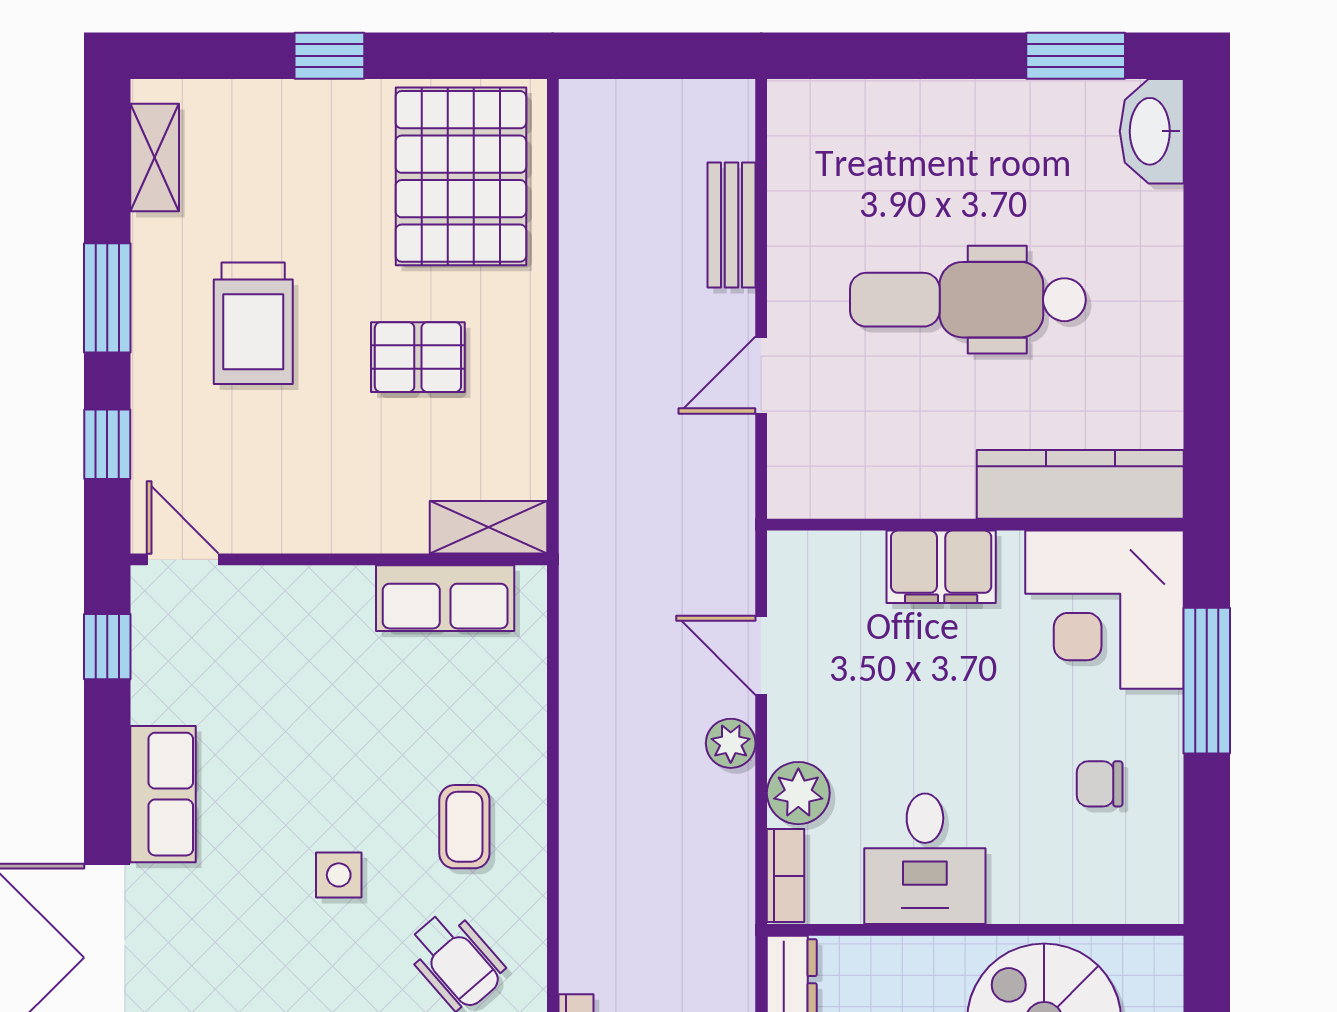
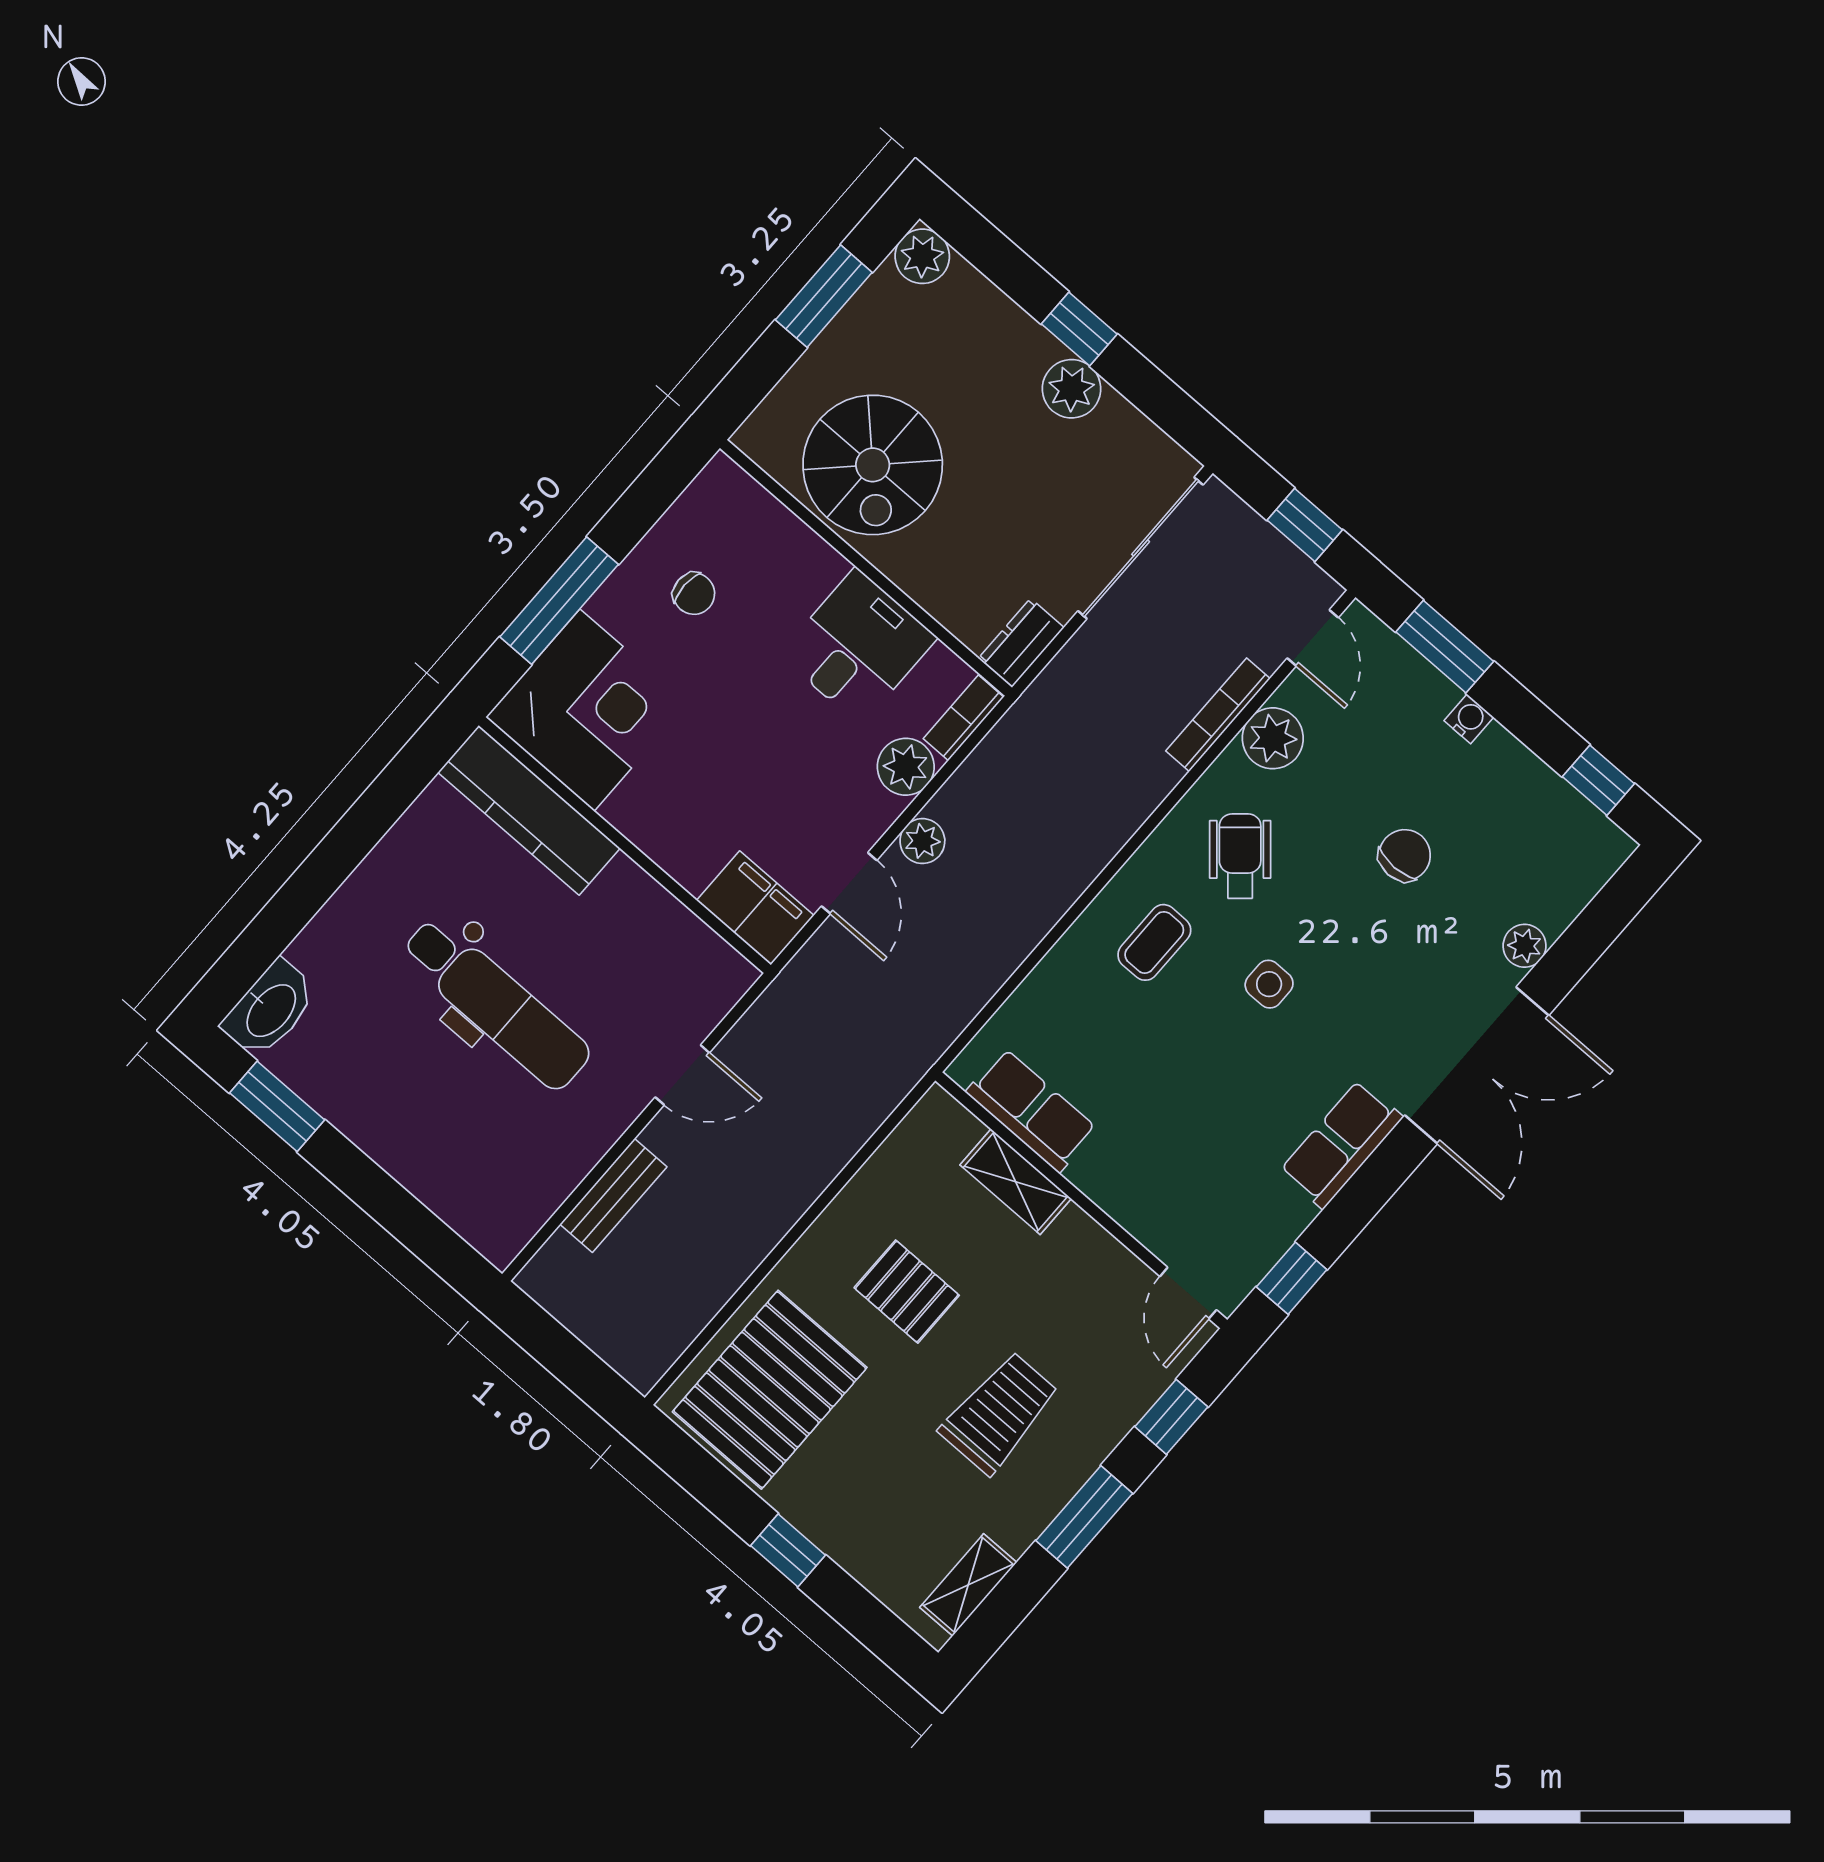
shelving: (488, 527) -> (1016, 1182), moved
filing cabinet: (941, 567) -> (755, 908), moved

